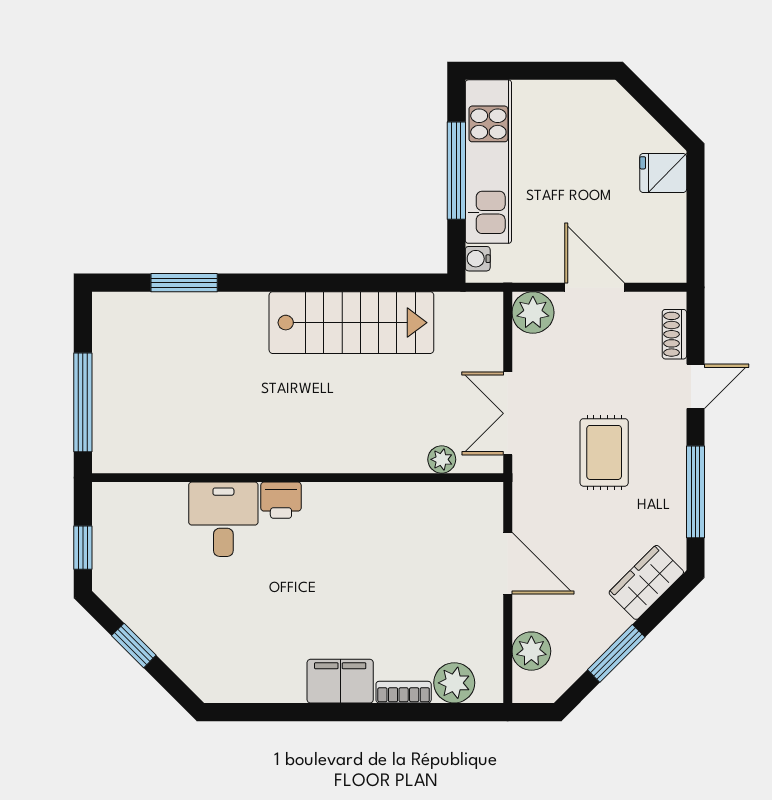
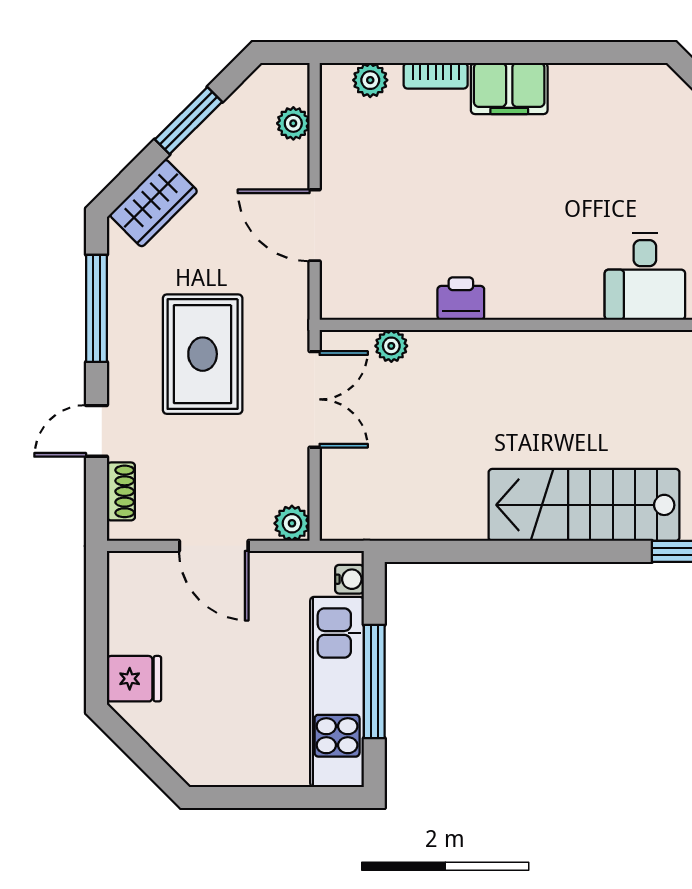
plant: (533, 313) -> (292, 523), width x0.73, depth x0.73
stairs: (351, 323) -> (584, 505), moved
rug: (604, 452) -> (203, 354), width x1.36, depth x1.43
printer: (281, 500) -> (461, 299), moved
plant: (531, 651) -> (293, 123), width x0.73, depth x0.73
plant: (454, 683) -> (370, 80), width x0.73, depth x0.73

